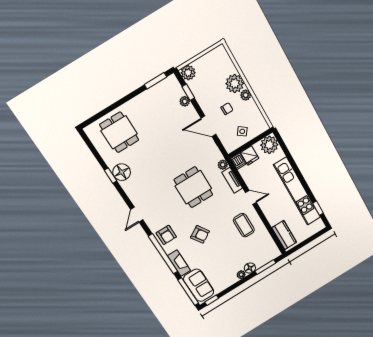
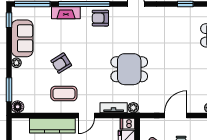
floor lamp: (122, 172) -> (182, 15), removed
armchair: (200, 234) -> (61, 63), moved
kitchen counter: (284, 235) -> (52, 126), moved, width x1.50
floor lamp: (250, 268) -> (18, 107), moved
sofa: (199, 285) -> (22, 38), moved, turned -90

